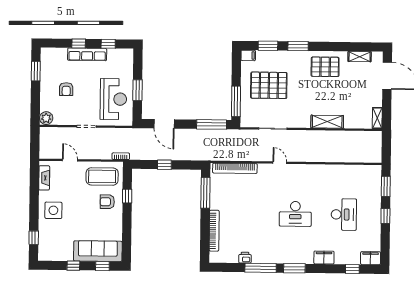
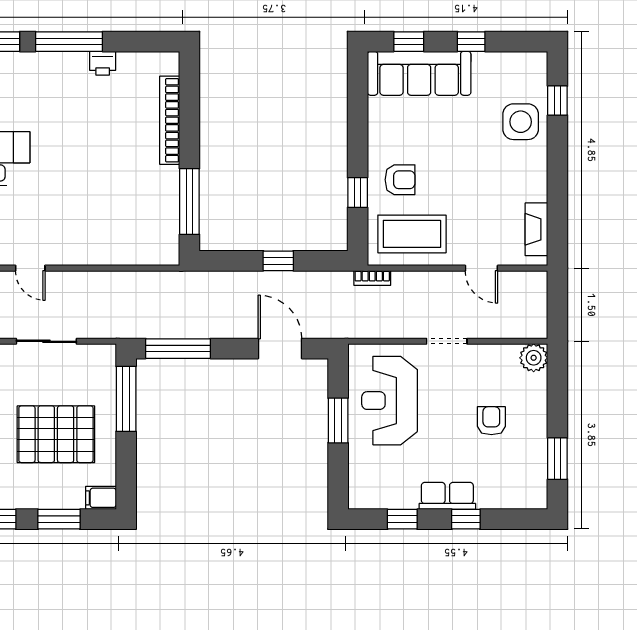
row of seats: (87, 54) -> (447, 496), width x0.68
bookcase: (235, 168) -> (127, 255), removed
side table: (53, 210) -> (521, 122), moved

